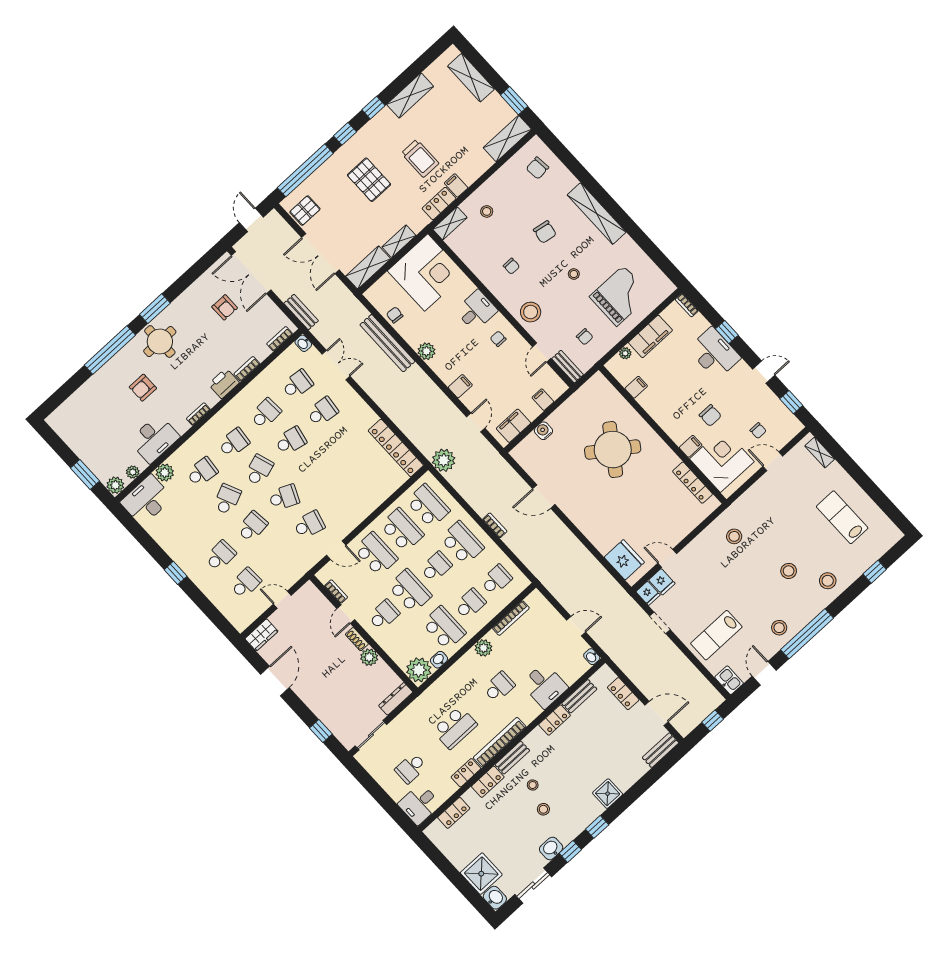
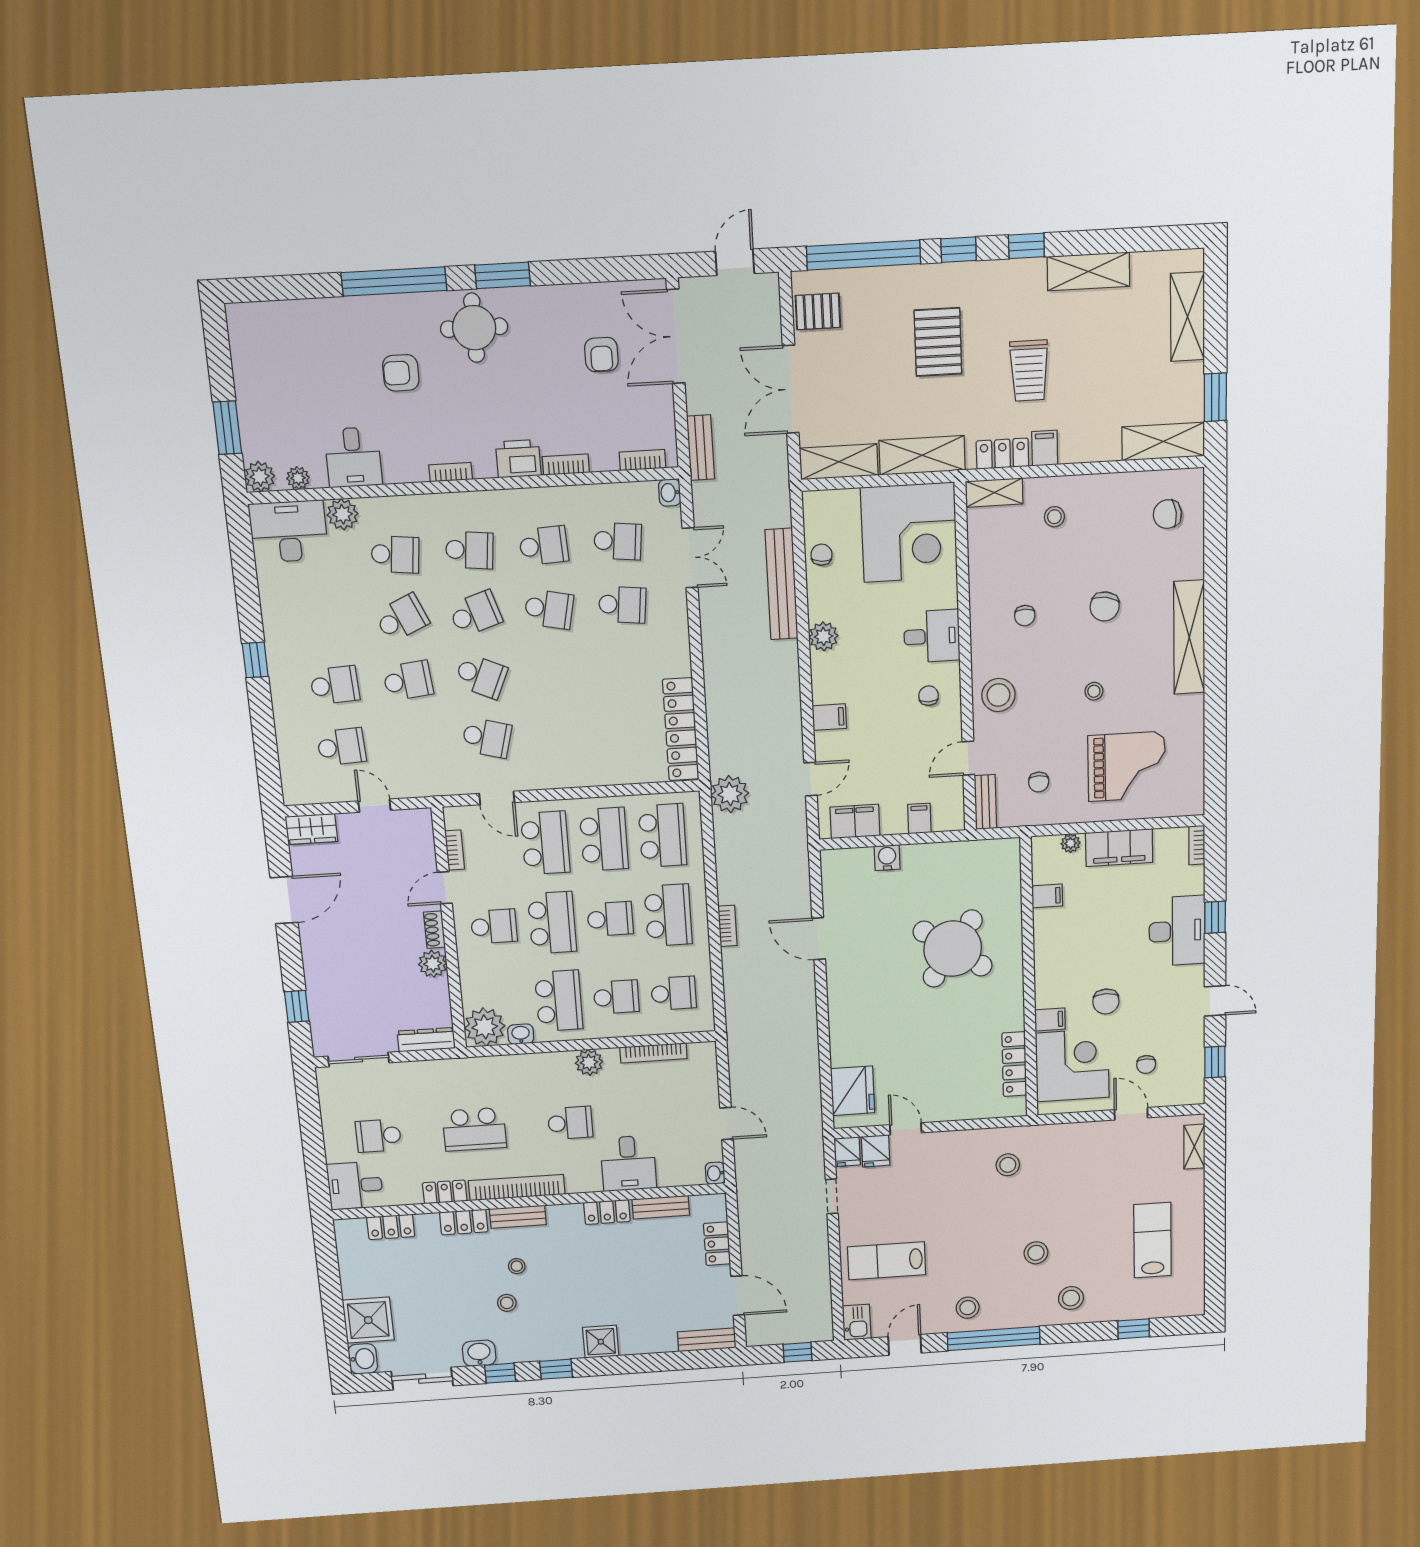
shelving: (399, 241) -> (922, 455), width x1.50, depth x1.33
desk: (154, 439) -> (353, 457), width x0.73

